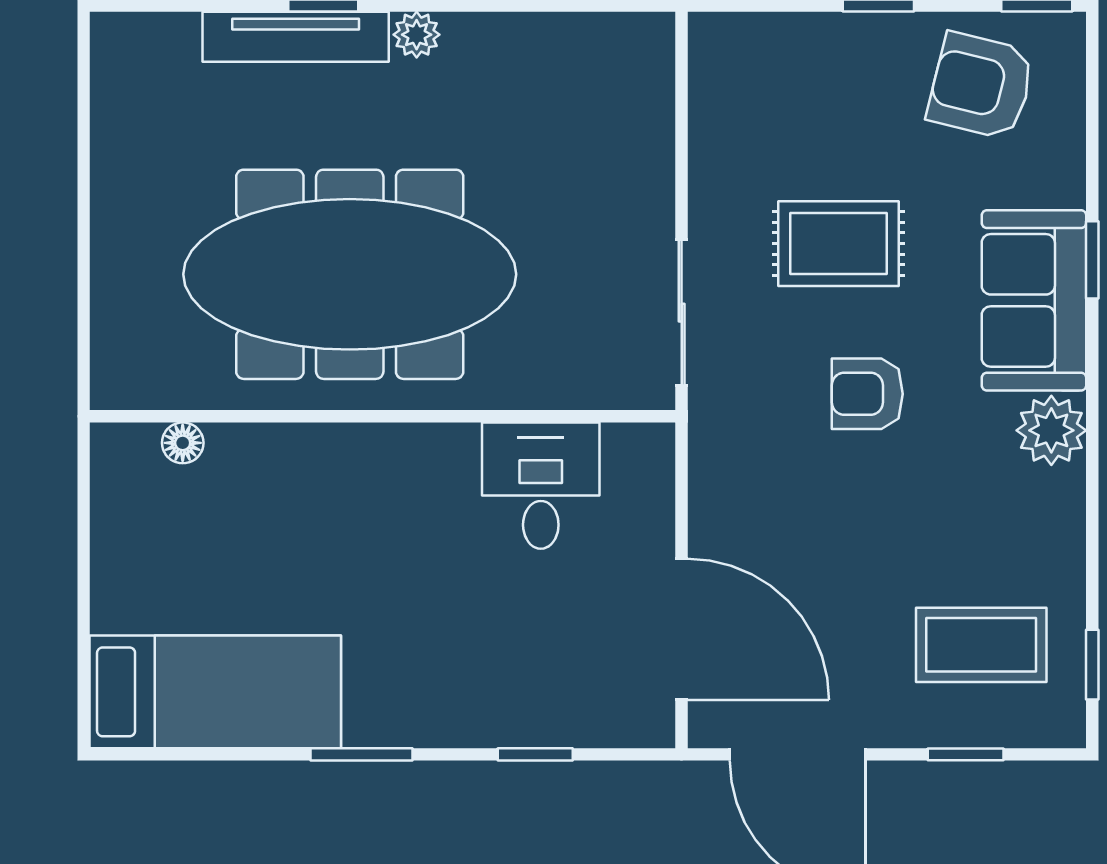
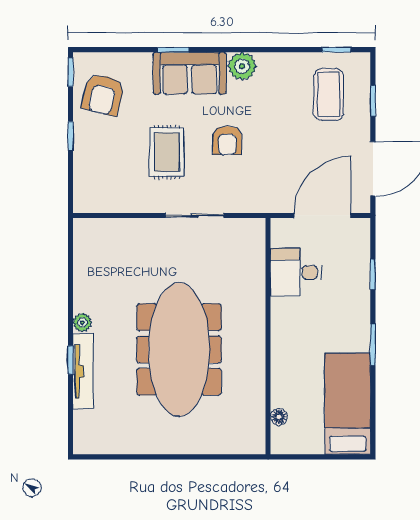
wall: (383, 416) -> (268, 336), moved
floor lamp: (183, 443) -> (279, 417), moved
desk: (541, 486) -> (296, 272), moved

